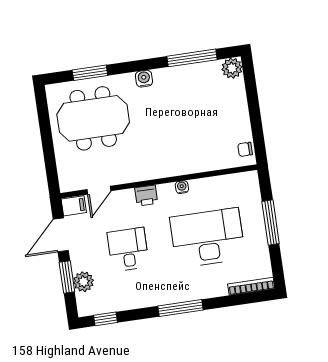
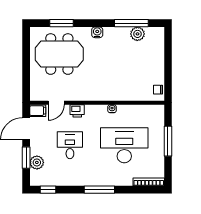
plant: (232, 68) -> (137, 34), moved
printer: (146, 196) -> (77, 111), moved

